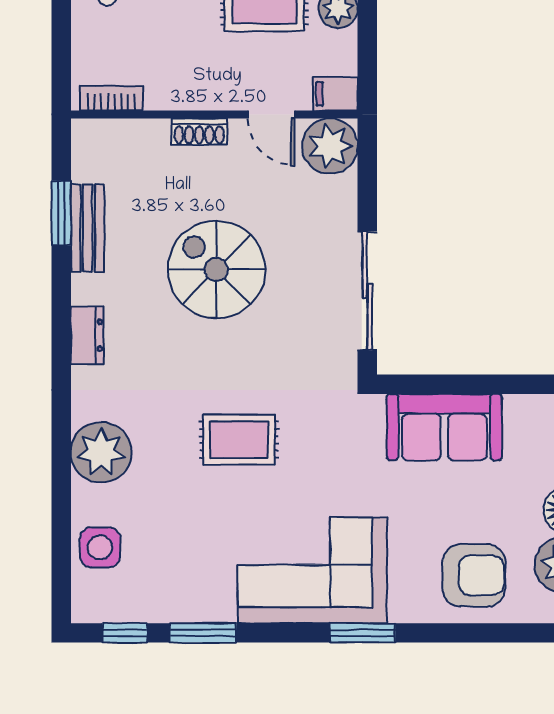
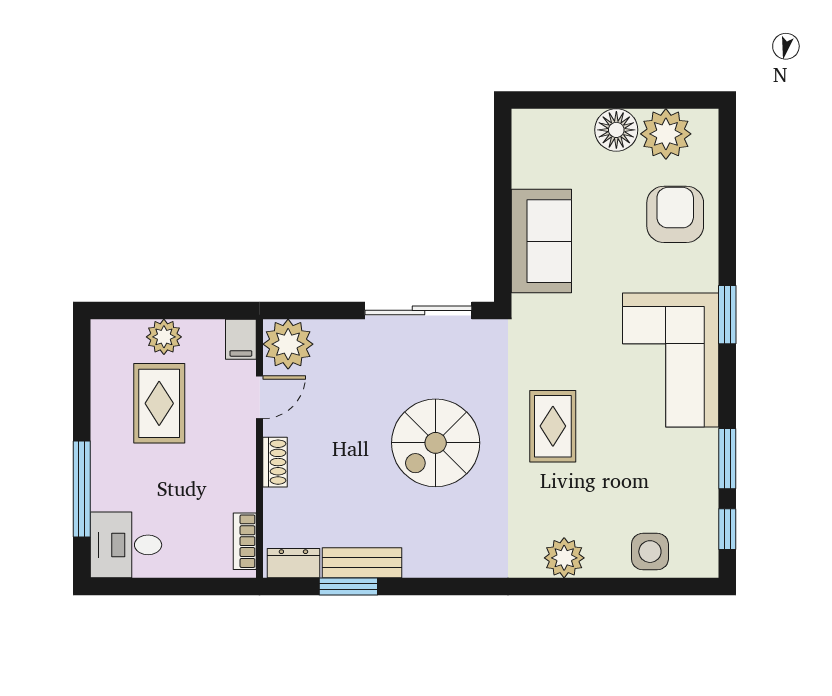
spiral stairs: (216, 270) -> (436, 443), moved
dresser: (87, 335) -> (293, 563), moved
plant: (101, 452) -> (564, 558), width x0.73, depth x0.73

